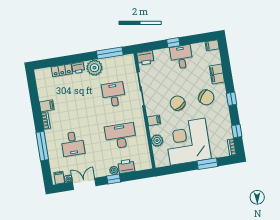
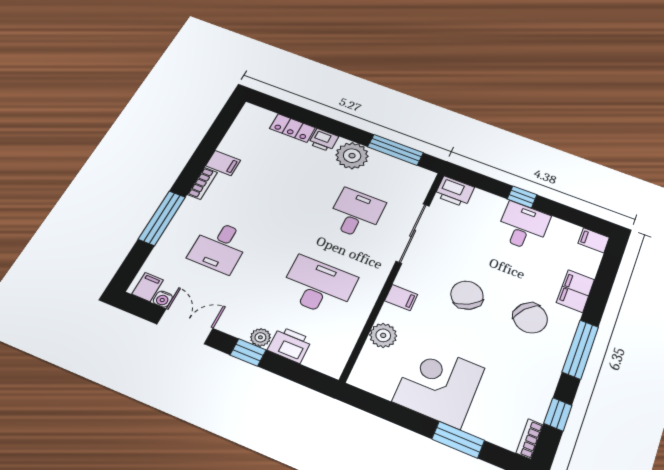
window: (231, 99) -> (580, 349), width x2.17
corner desk: (188, 142) -> (439, 385), width x0.74, depth x0.74

